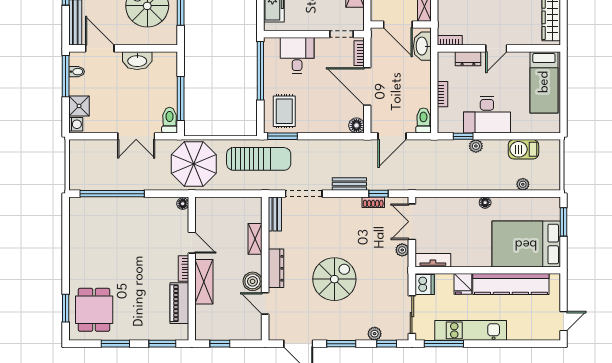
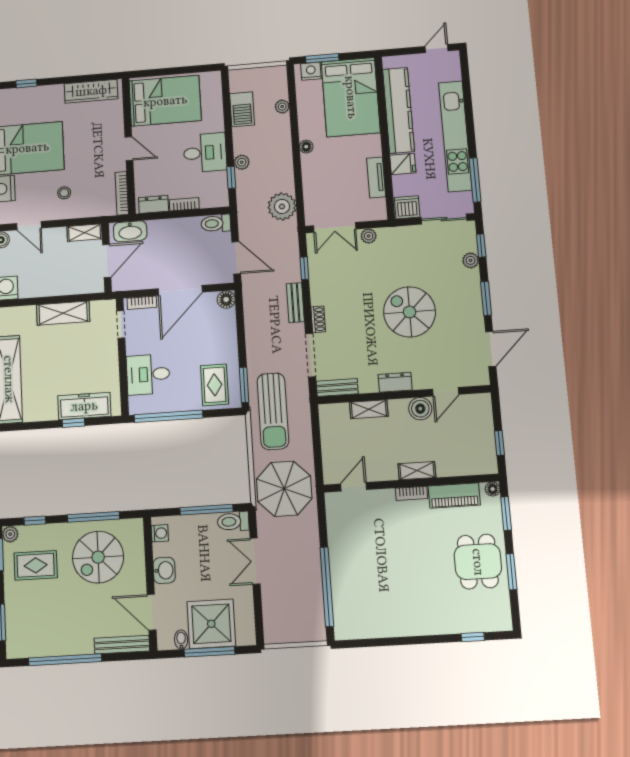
bookcase: (450, 40) -> (122, 193), width x1.56
door: (100, 48) -> (152, 612), hinge flipped
dresser: (468, 59) -> (154, 204), moved, turned -90
washbasin: (137, 61) -> (164, 570), width x0.72
window: (66, 76) -> (209, 652), moved
bed: (544, 82) -> (165, 101), width x1.50
shower: (79, 106) -> (211, 624), width x1.86, depth x1.86
rug: (284, 111) -> (215, 385), turned 90
desk: (487, 115) -> (205, 153), width x0.73
washing machine: (76, 124) -> (160, 533), moved, turned 90
double door: (136, 136) -> (255, 561), swing flipped
sun lounger: (259, 159) -> (273, 411), turned 180
plant: (434, 178) -> (282, 206), added
shoe rack: (373, 202) -> (318, 319), moved
floor lamp: (183, 204) -> (493, 489), moved
nightstand: (553, 211) -> (311, 71), added
door: (192, 243) -> (354, 487), moved
tv unit: (433, 260) -> (376, 177), moved
dresser: (276, 268) -> (395, 382), width x0.70
shelving: (204, 282) -> (417, 471), width x0.67, depth x0.75
window: (66, 308) -> (473, 637), width x0.67
dining table: (94, 310) -> (478, 562), moved, turned 90
door: (563, 321) -> (437, 49), hinge flipped
kitchen unit: (471, 330) -> (455, 136), width x1.36

